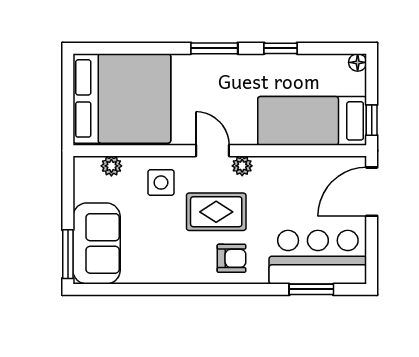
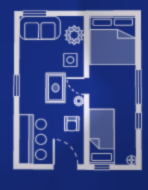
window: (214, 48) -> (138, 87), width x1.44
door: (212, 151) -> (86, 86), swing flipped
plant: (111, 166) -> (74, 35), width x1.88, depth x1.88
armchair: (231, 258) -> (72, 124), moved
window: (311, 289) -> (17, 86), moved

